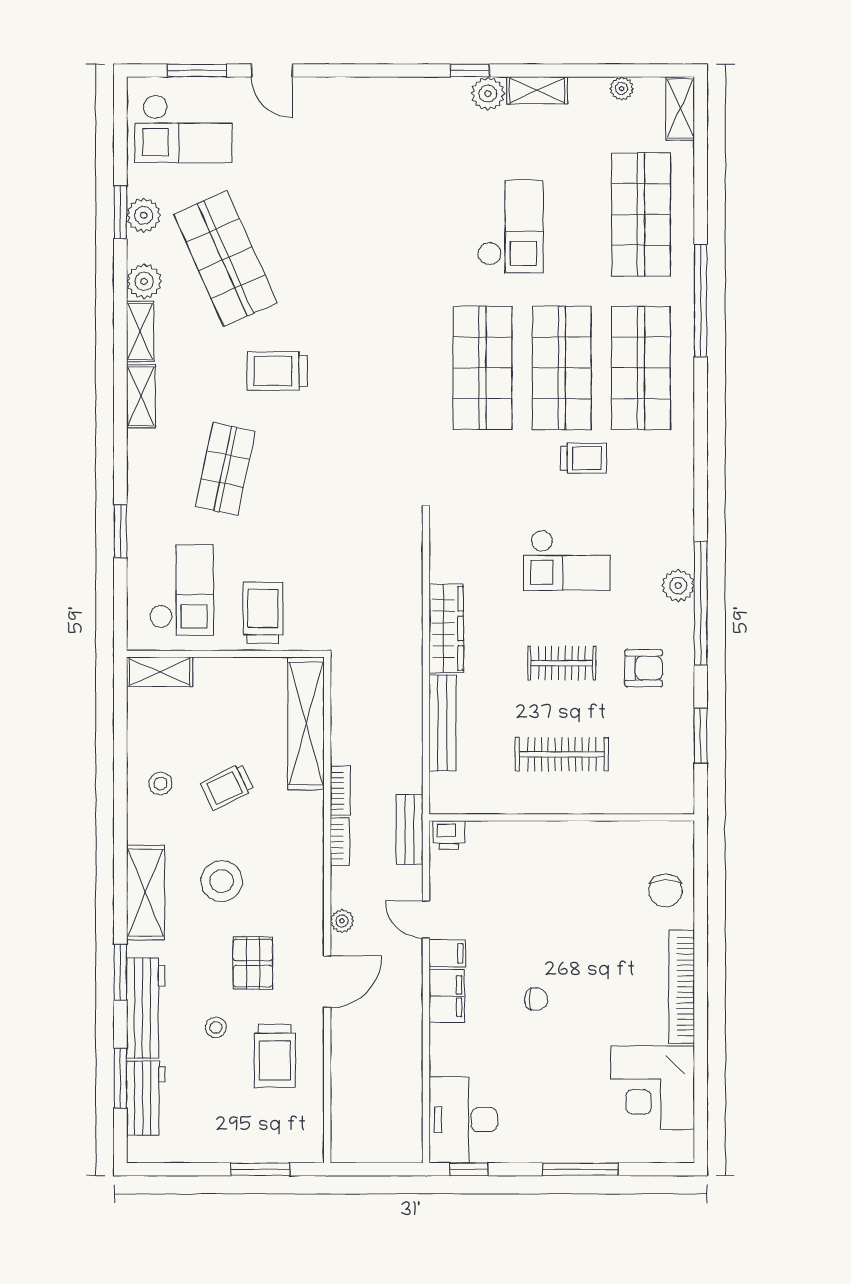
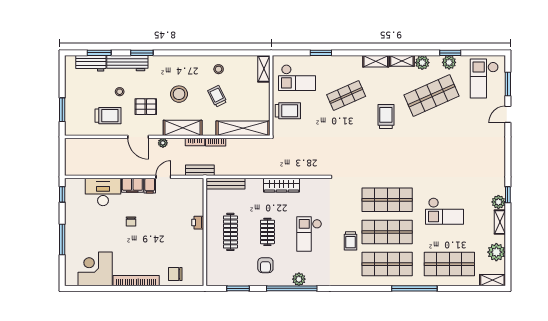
plant: (622, 88) -> (496, 252), width x1.88, depth x1.88
shop shelf: (225, 469) -> (346, 96), turned -36
bench: (442, 723) -> (225, 184), moved
printer: (449, 835) -> (198, 223), moved
shelving: (146, 893) -> (183, 128), moved
trolley: (275, 1056) -> (108, 116), turned 180
desk: (463, 1120) -> (103, 192), moved

